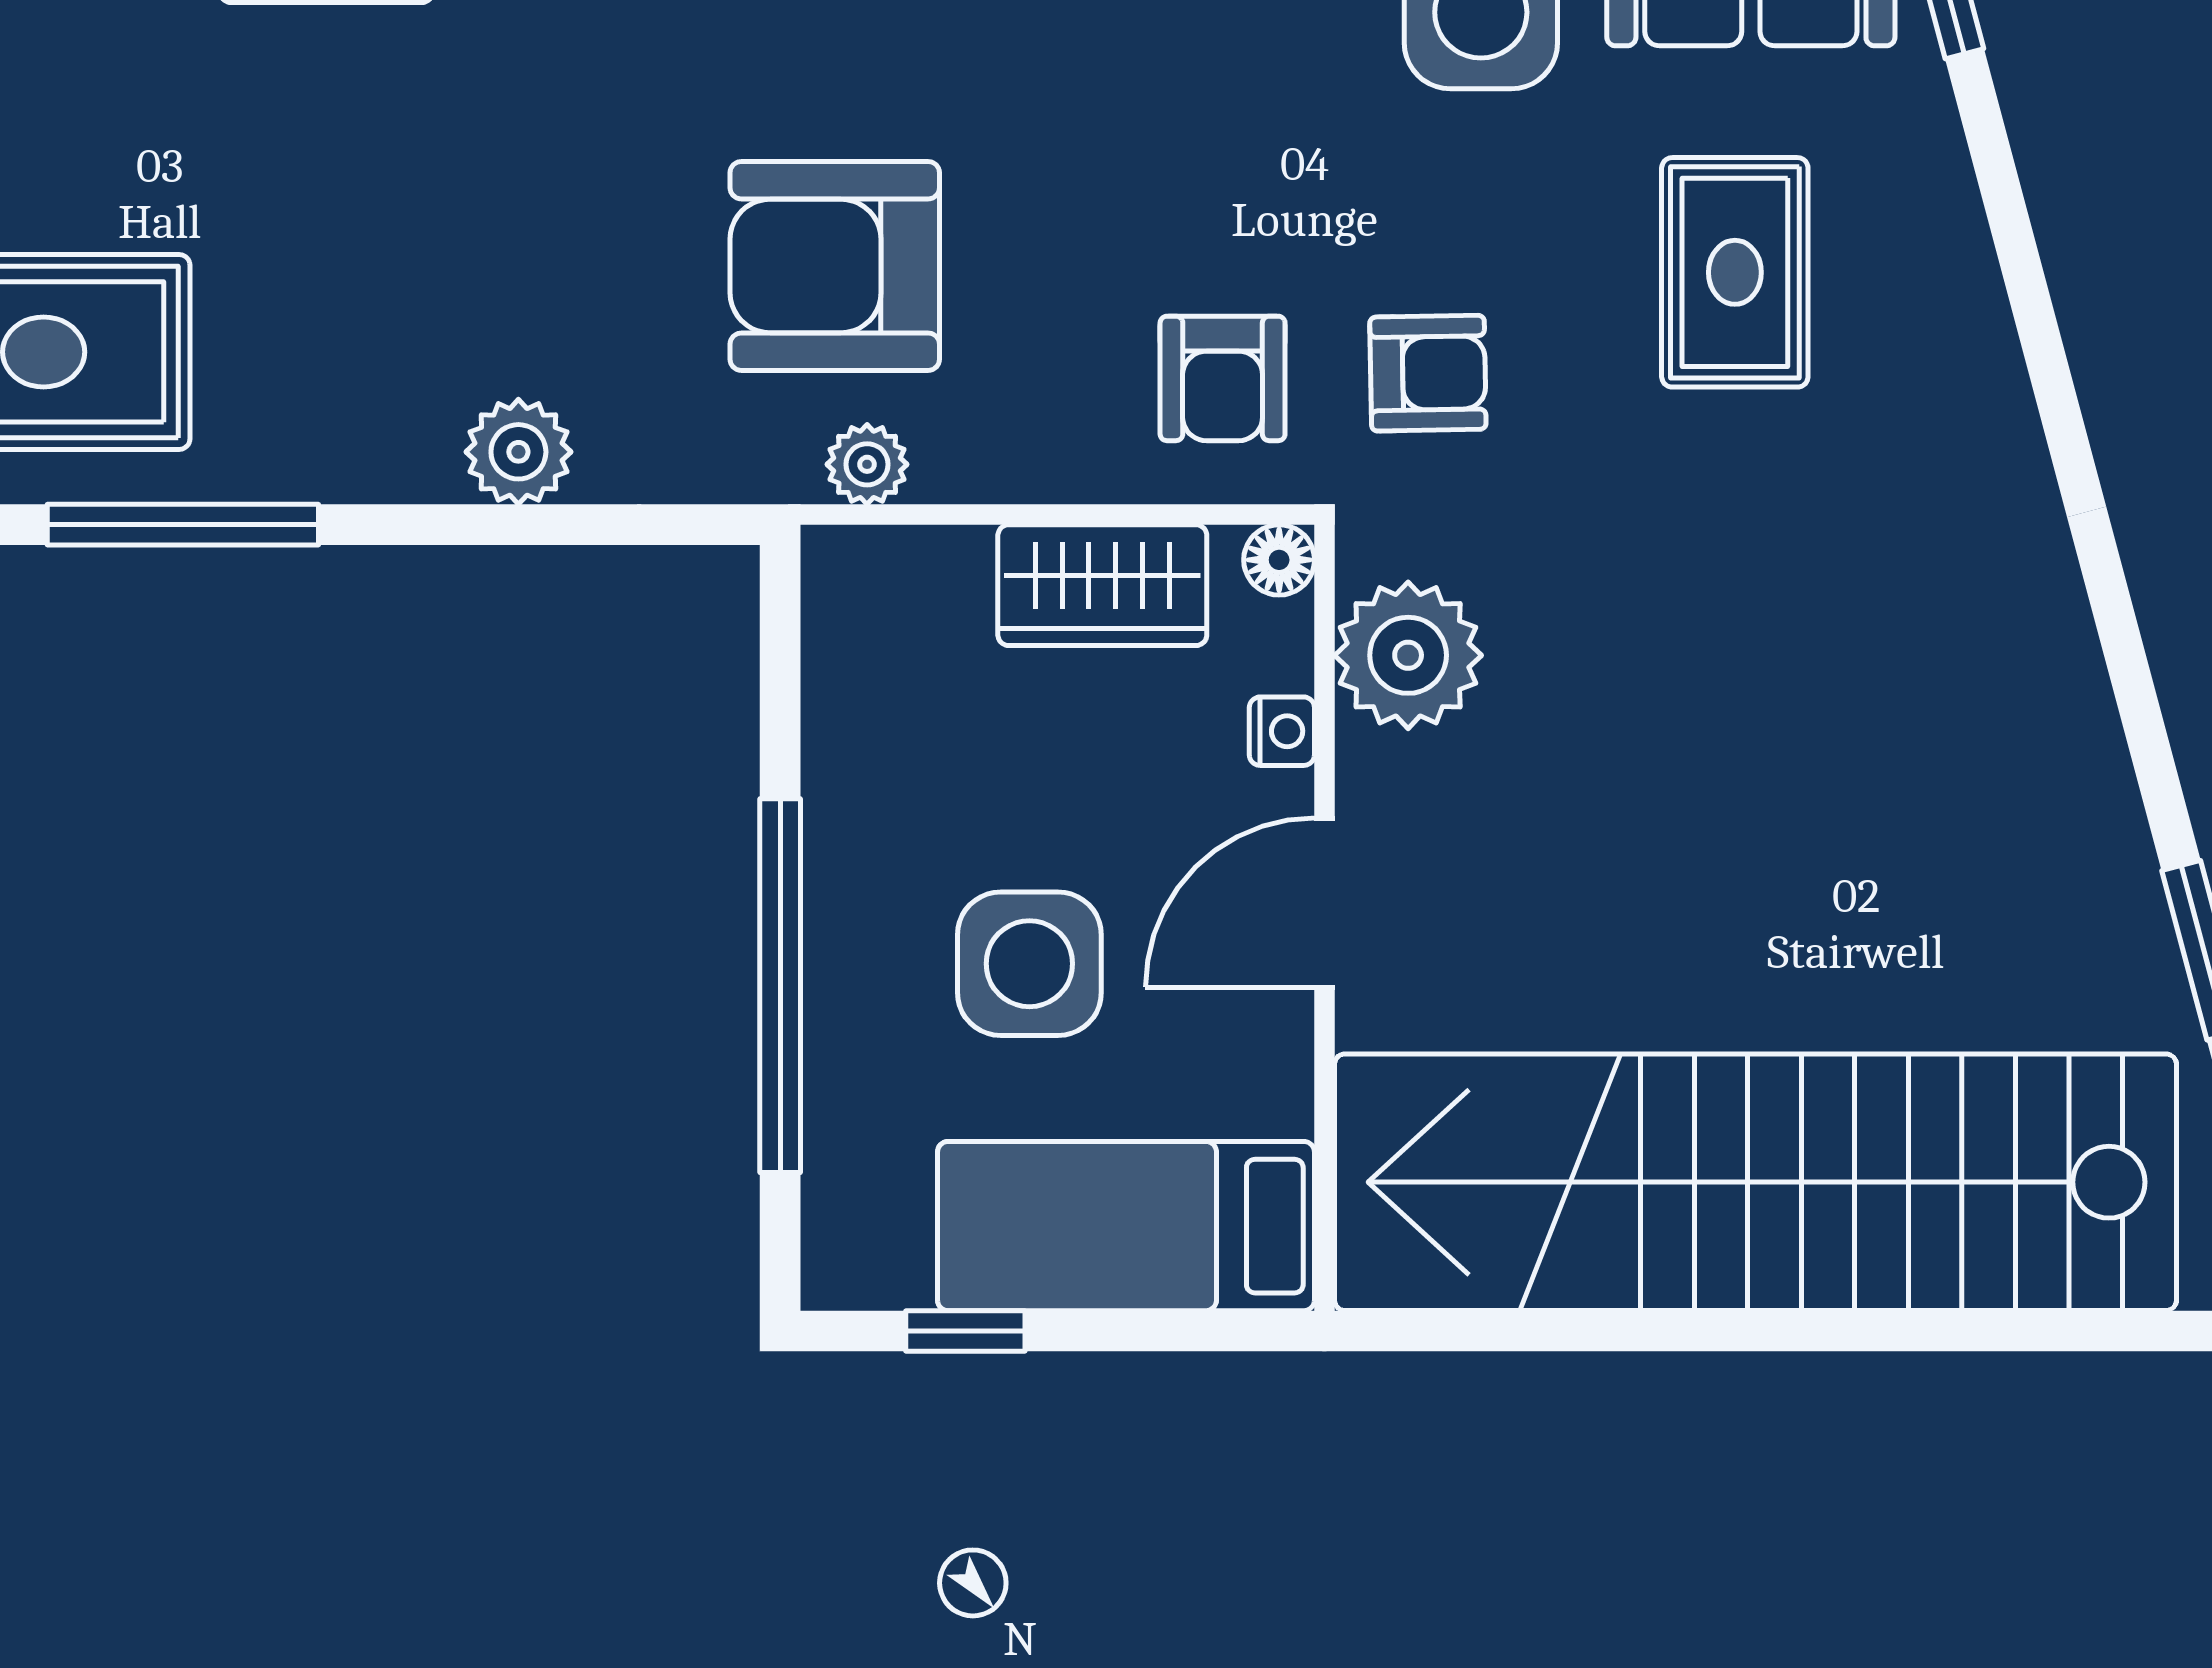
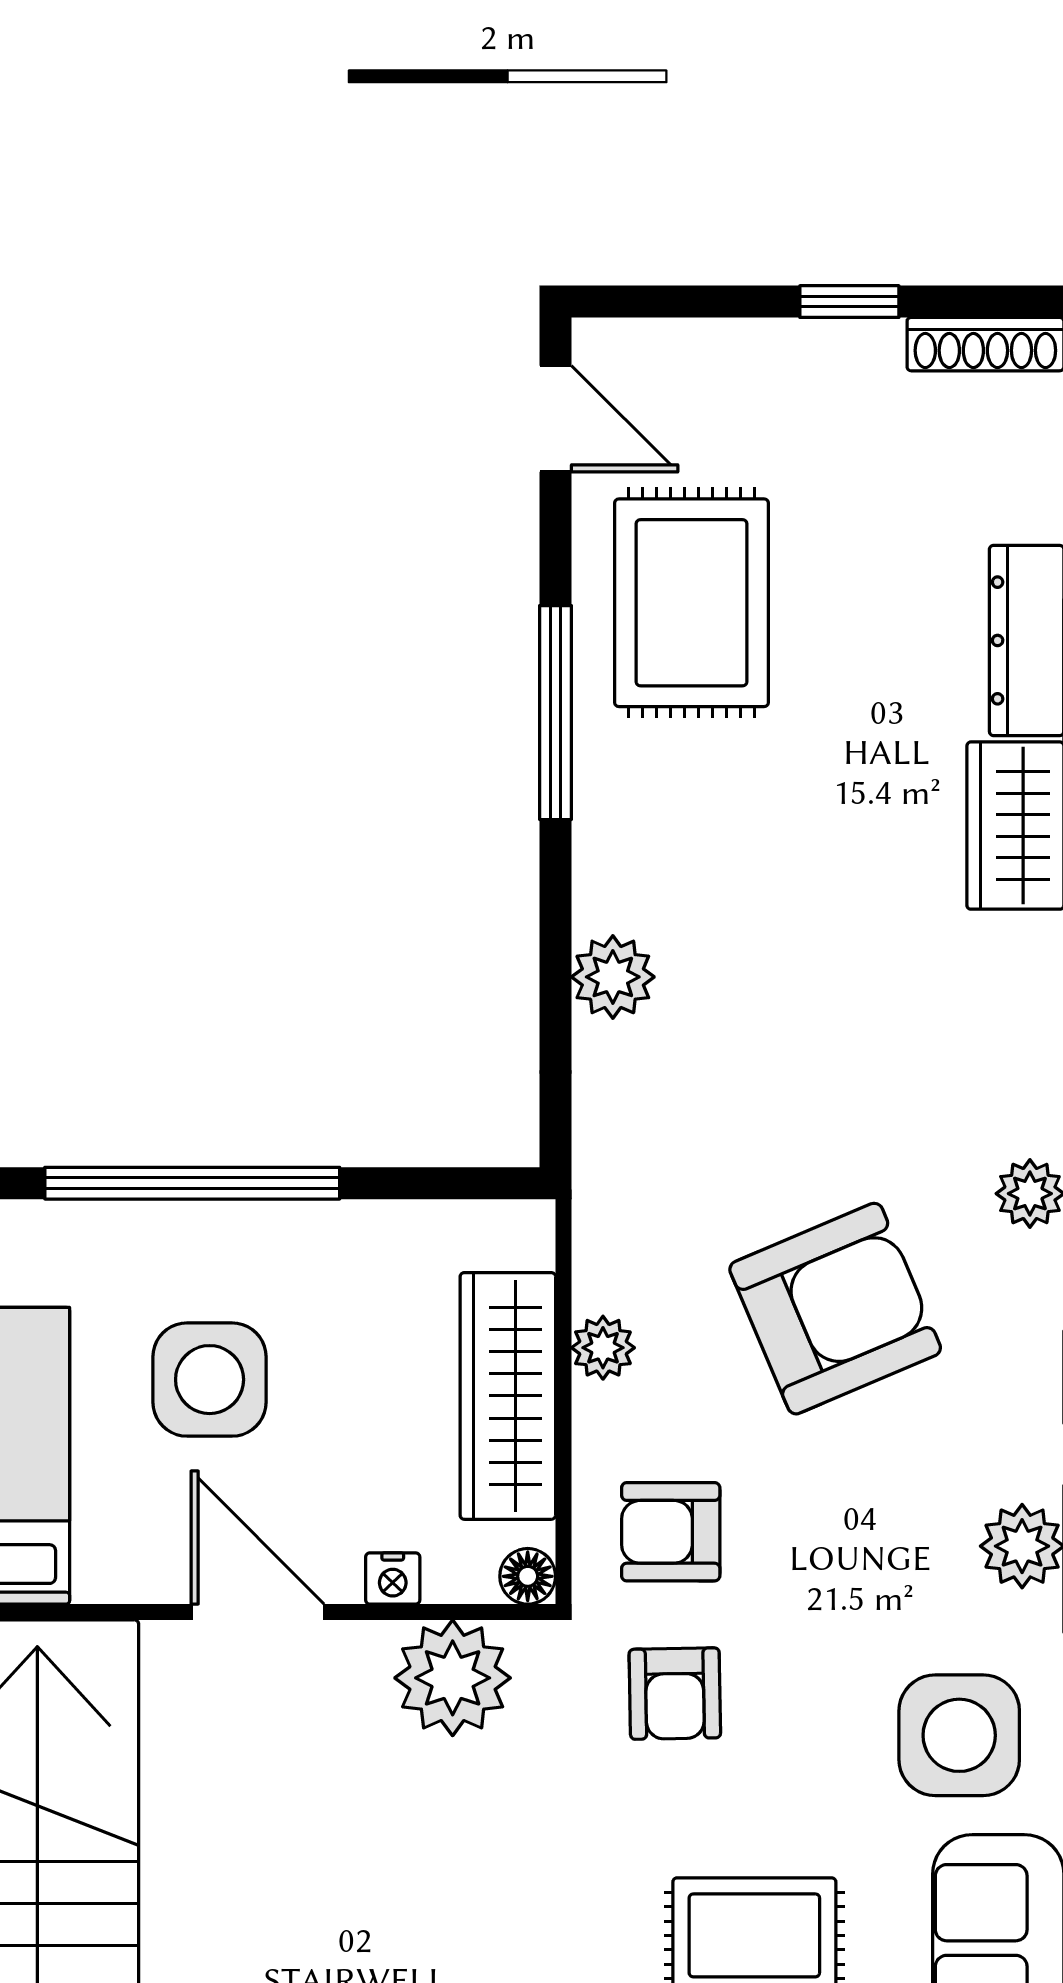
armchair: (835, 266) -> (835, 1309), moved, turned 67
plant: (867, 464) -> (603, 1348), moved
wardrobe: (1102, 585) -> (508, 1396), width x1.50

